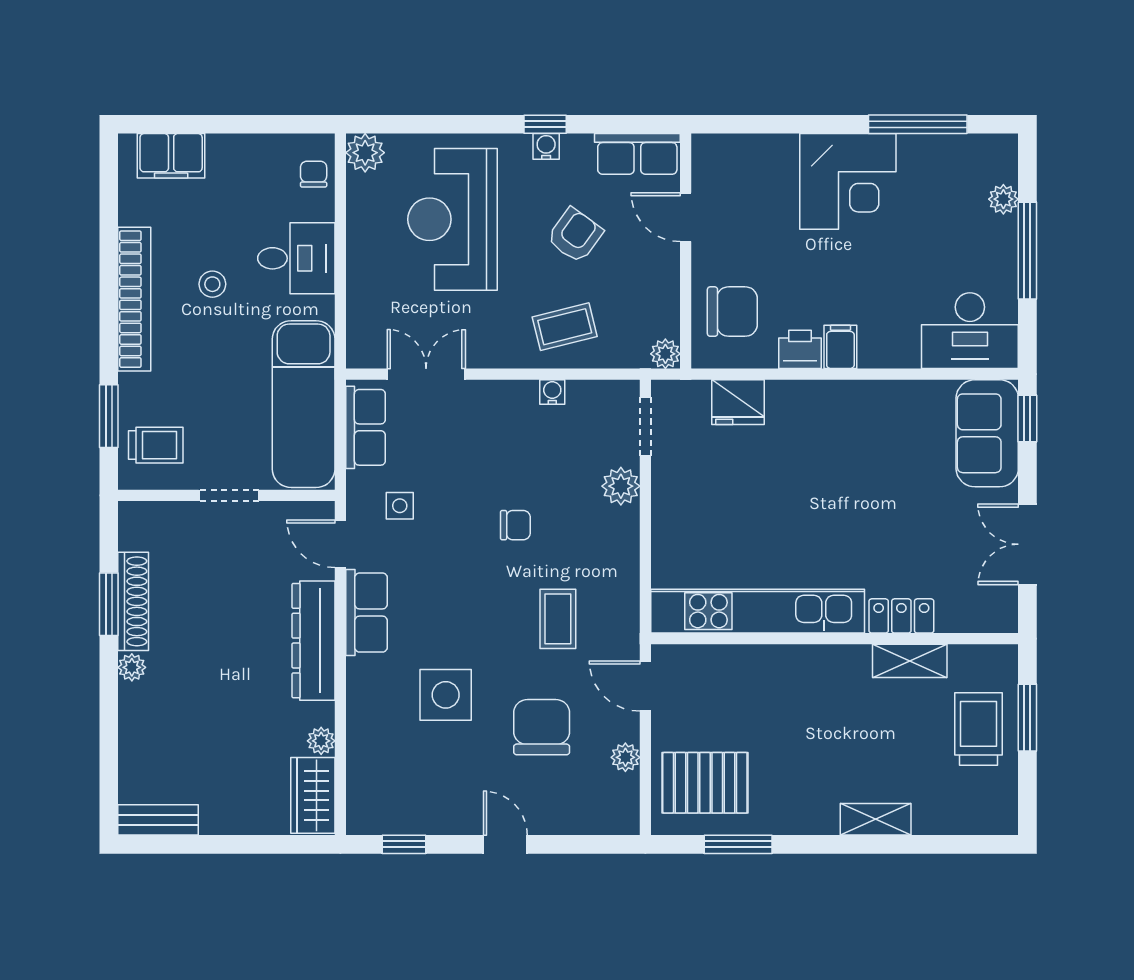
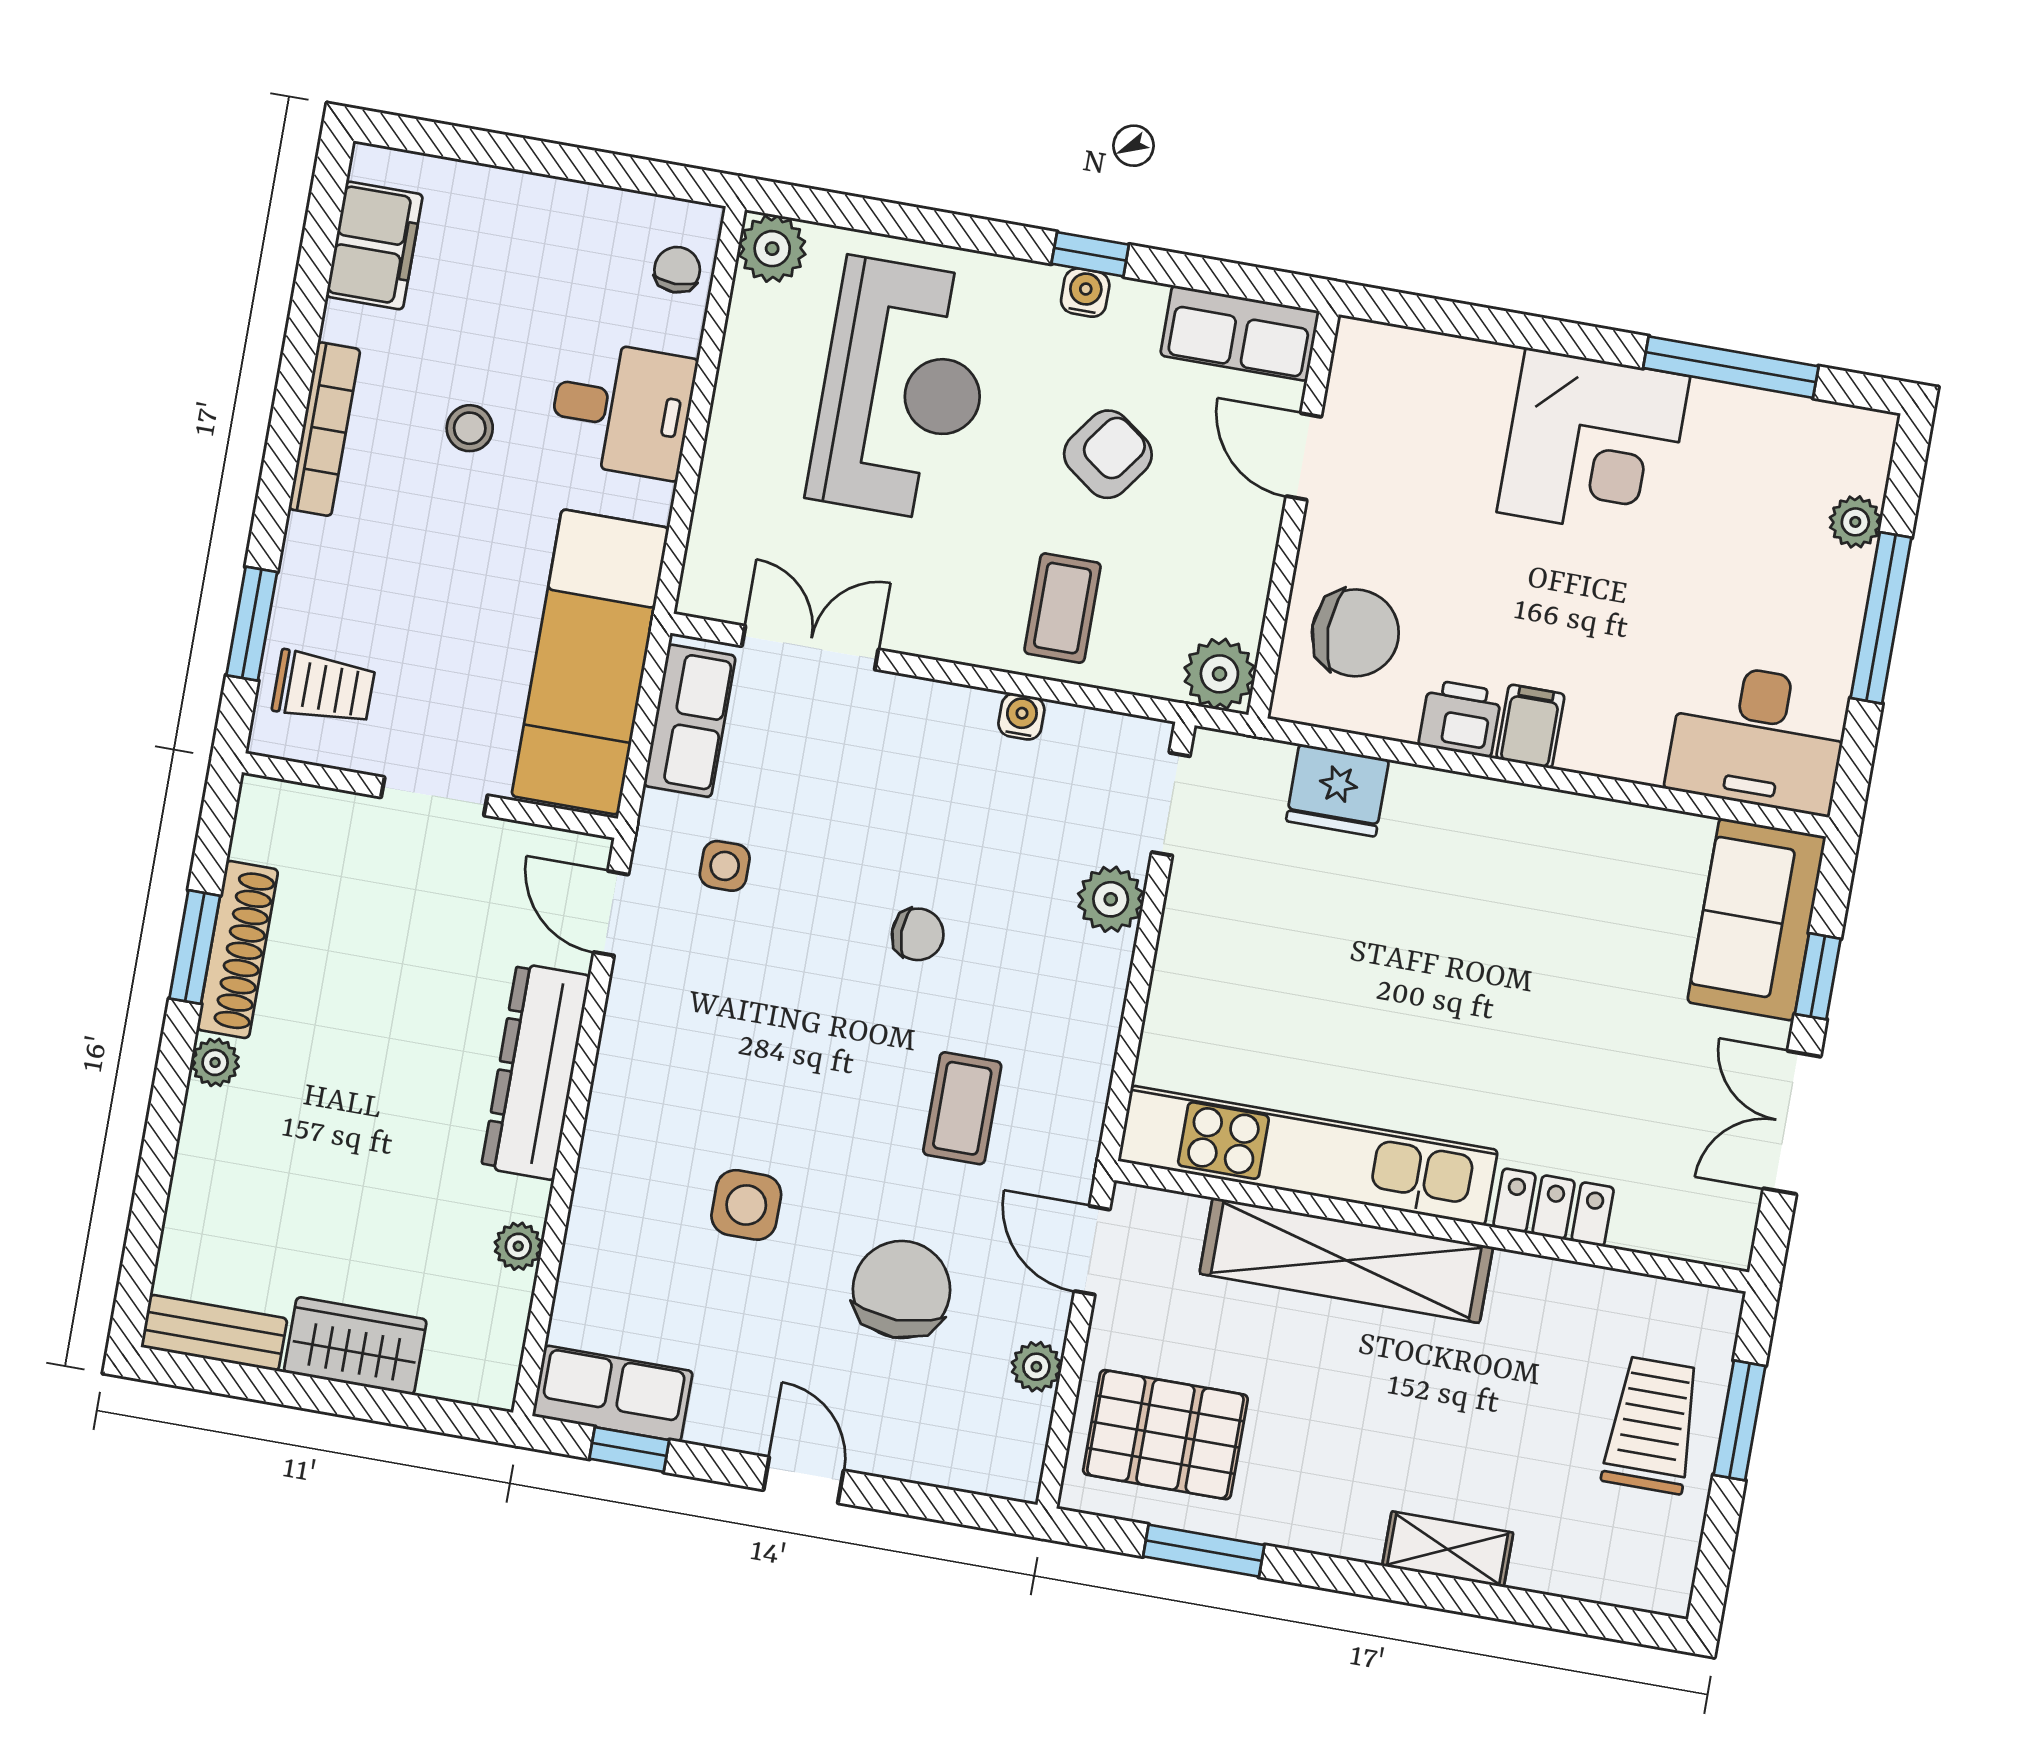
filing cabinet: (171, 156) -> (374, 245), moved, turned -90
reception desk: (453, 219) -> (902, 390), turned 180
bookcase: (134, 299) -> (324, 429), width x0.68, depth x0.76
coffee table: (565, 327) -> (1063, 608), turned -76
plant: (665, 354) -> (1219, 674), width x1.38, depth x1.38
window: (1027, 418) -> (1818, 976), moved
row of seats: (366, 613) -> (613, 1394), moved, turned -90
shelving: (910, 661) -> (1346, 1260), moved, width x2.20, depth x1.33
side table: (446, 695) -> (746, 1205), width x0.73, depth x0.73
wardrobe: (313, 795) -> (355, 1346), moved, turned 90

